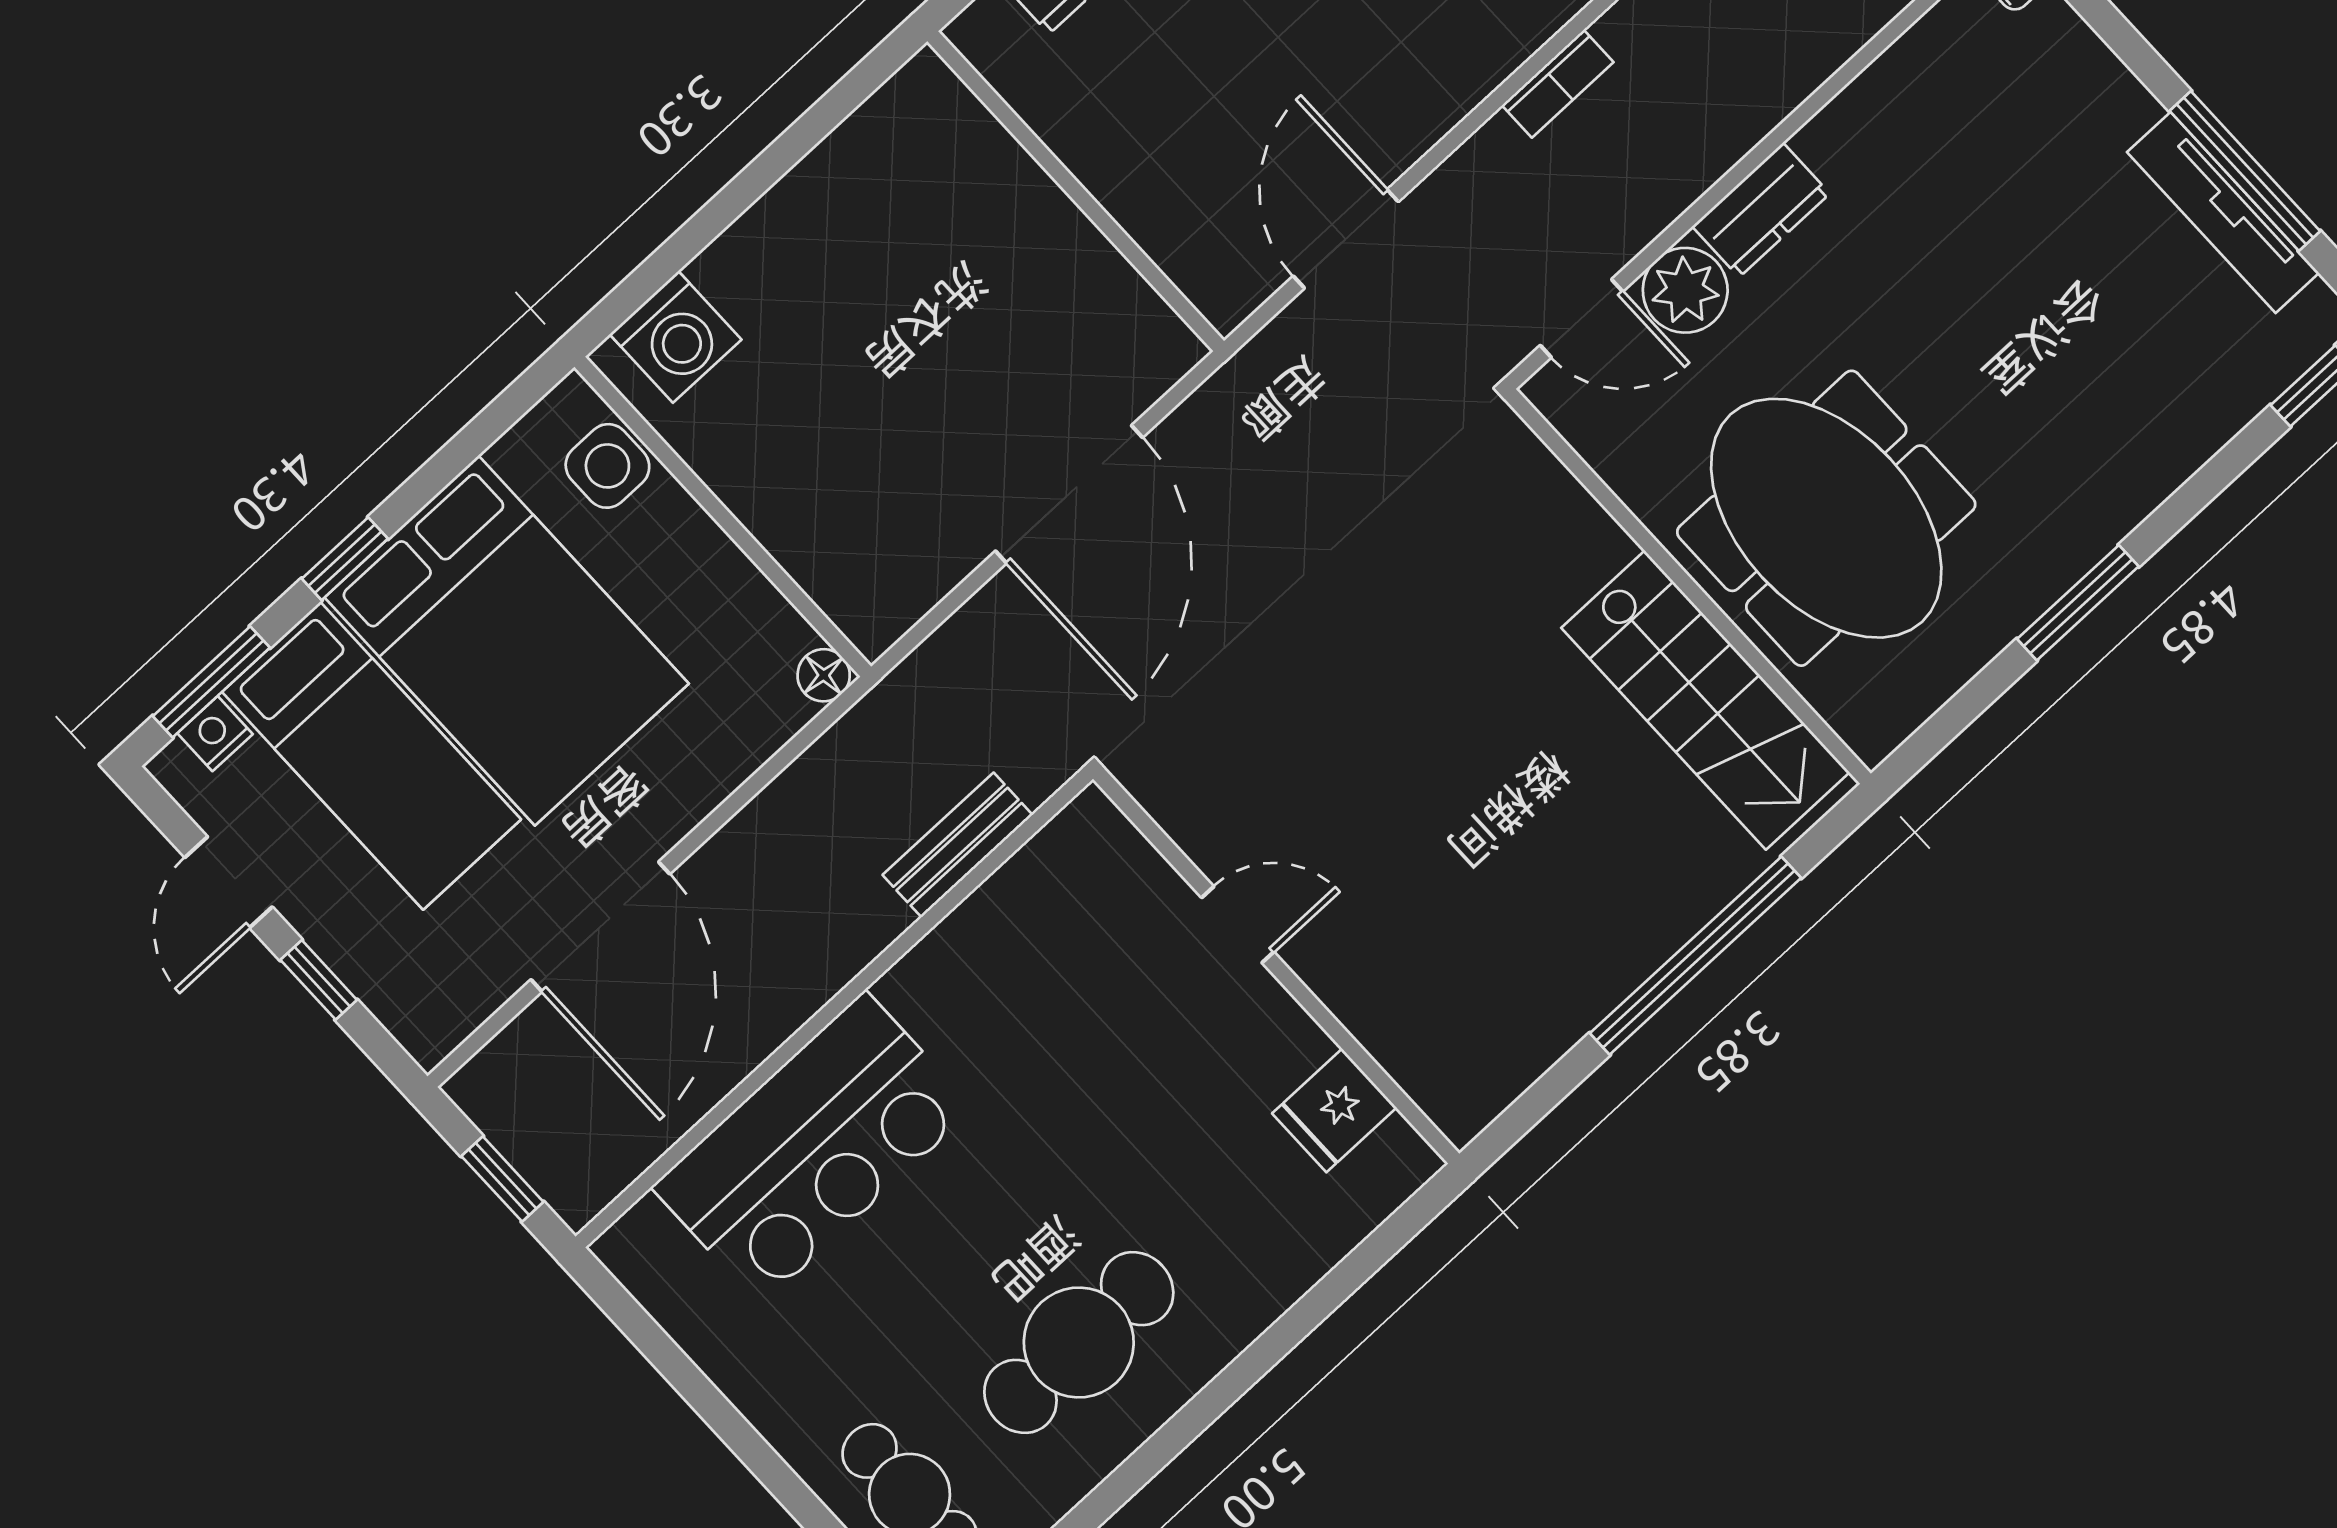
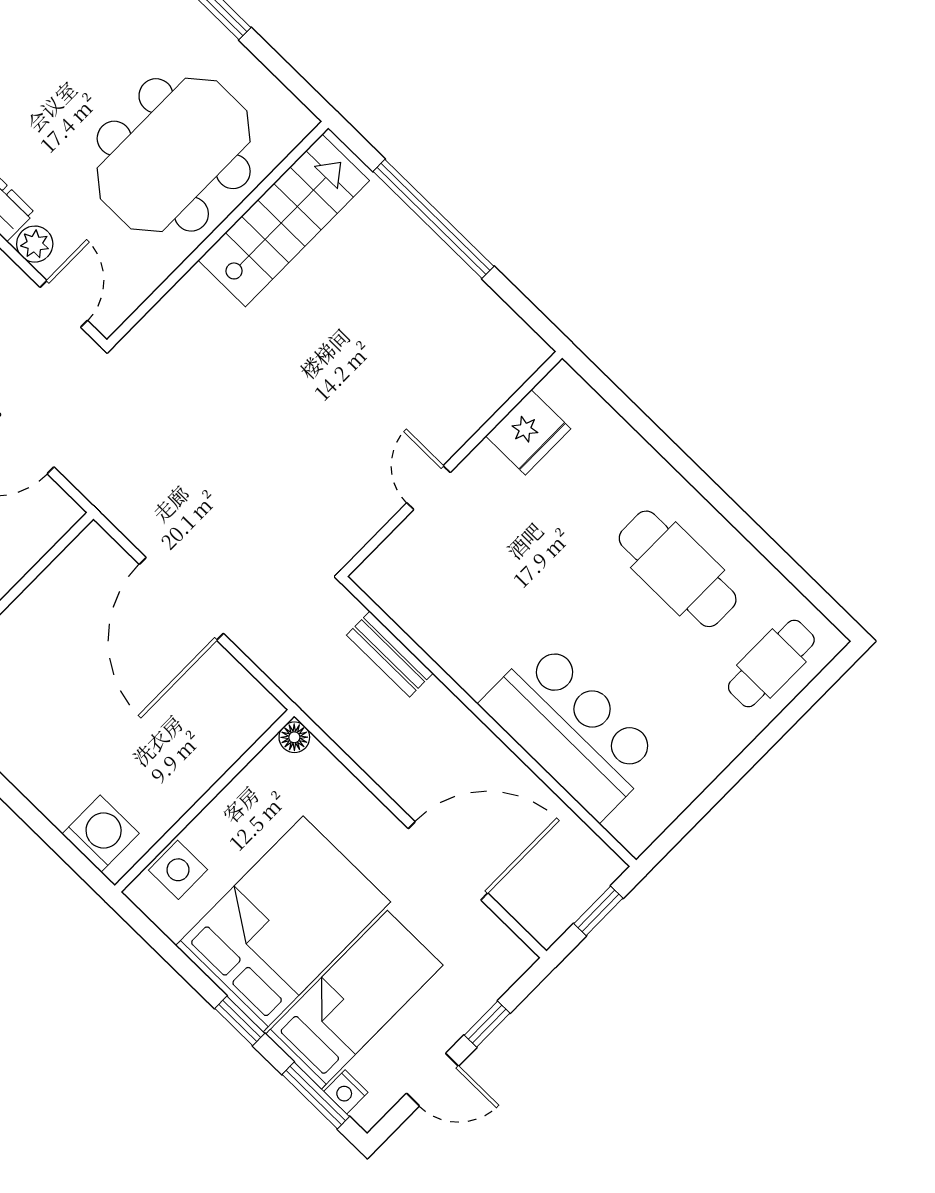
plant: (1685, 290) -> (35, 244), width x0.73, depth x0.73
door: (1069, 494) -> (181, 599), swing flipped
fridge: (1334, 1110) -> (528, 432), width x1.38

